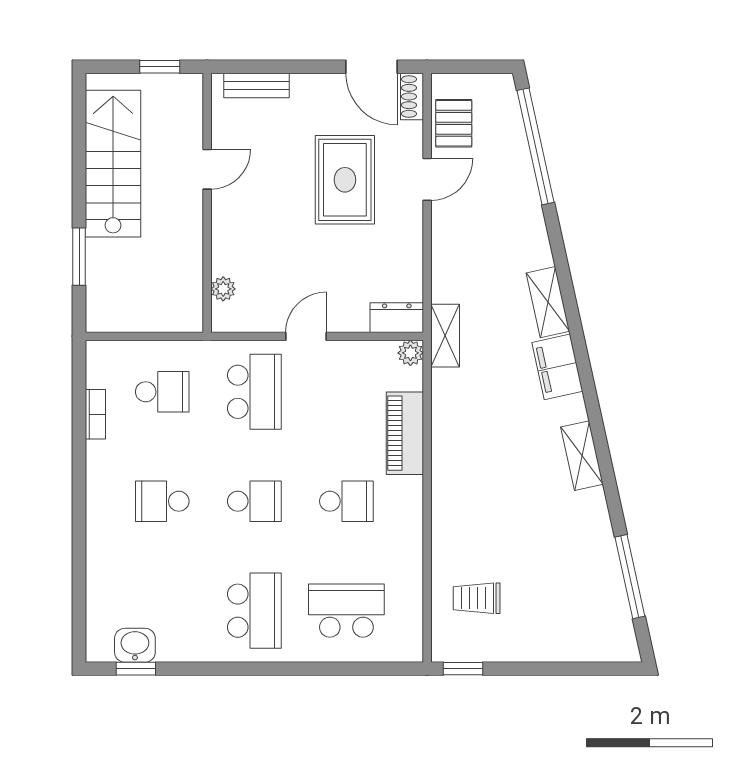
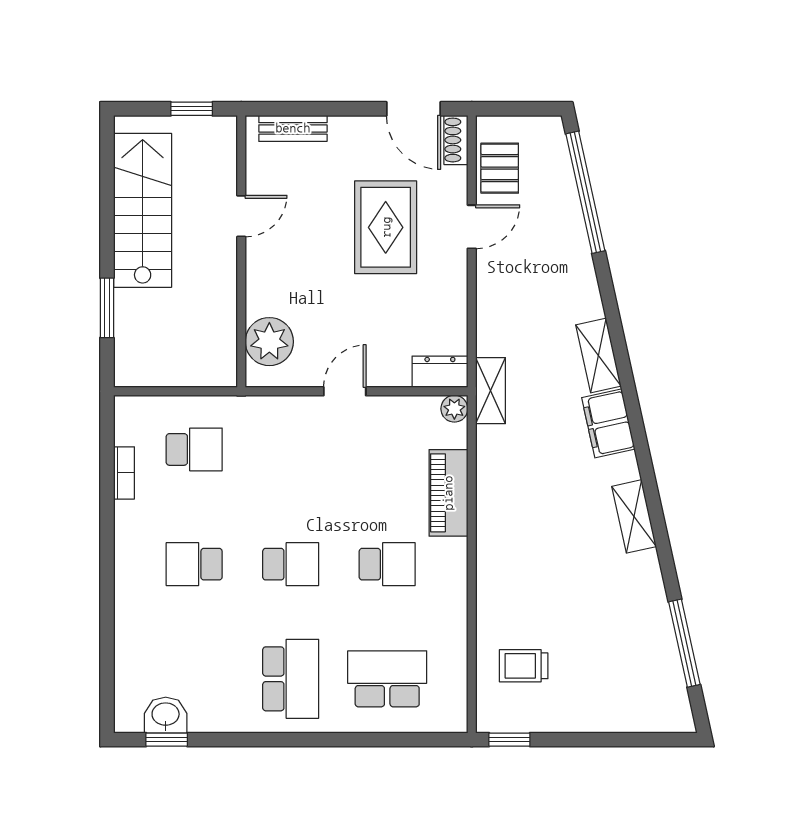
plant: (223, 289) -> (269, 342), width x1.88, depth x1.88
school desk: (254, 392) -> (291, 449), removed

